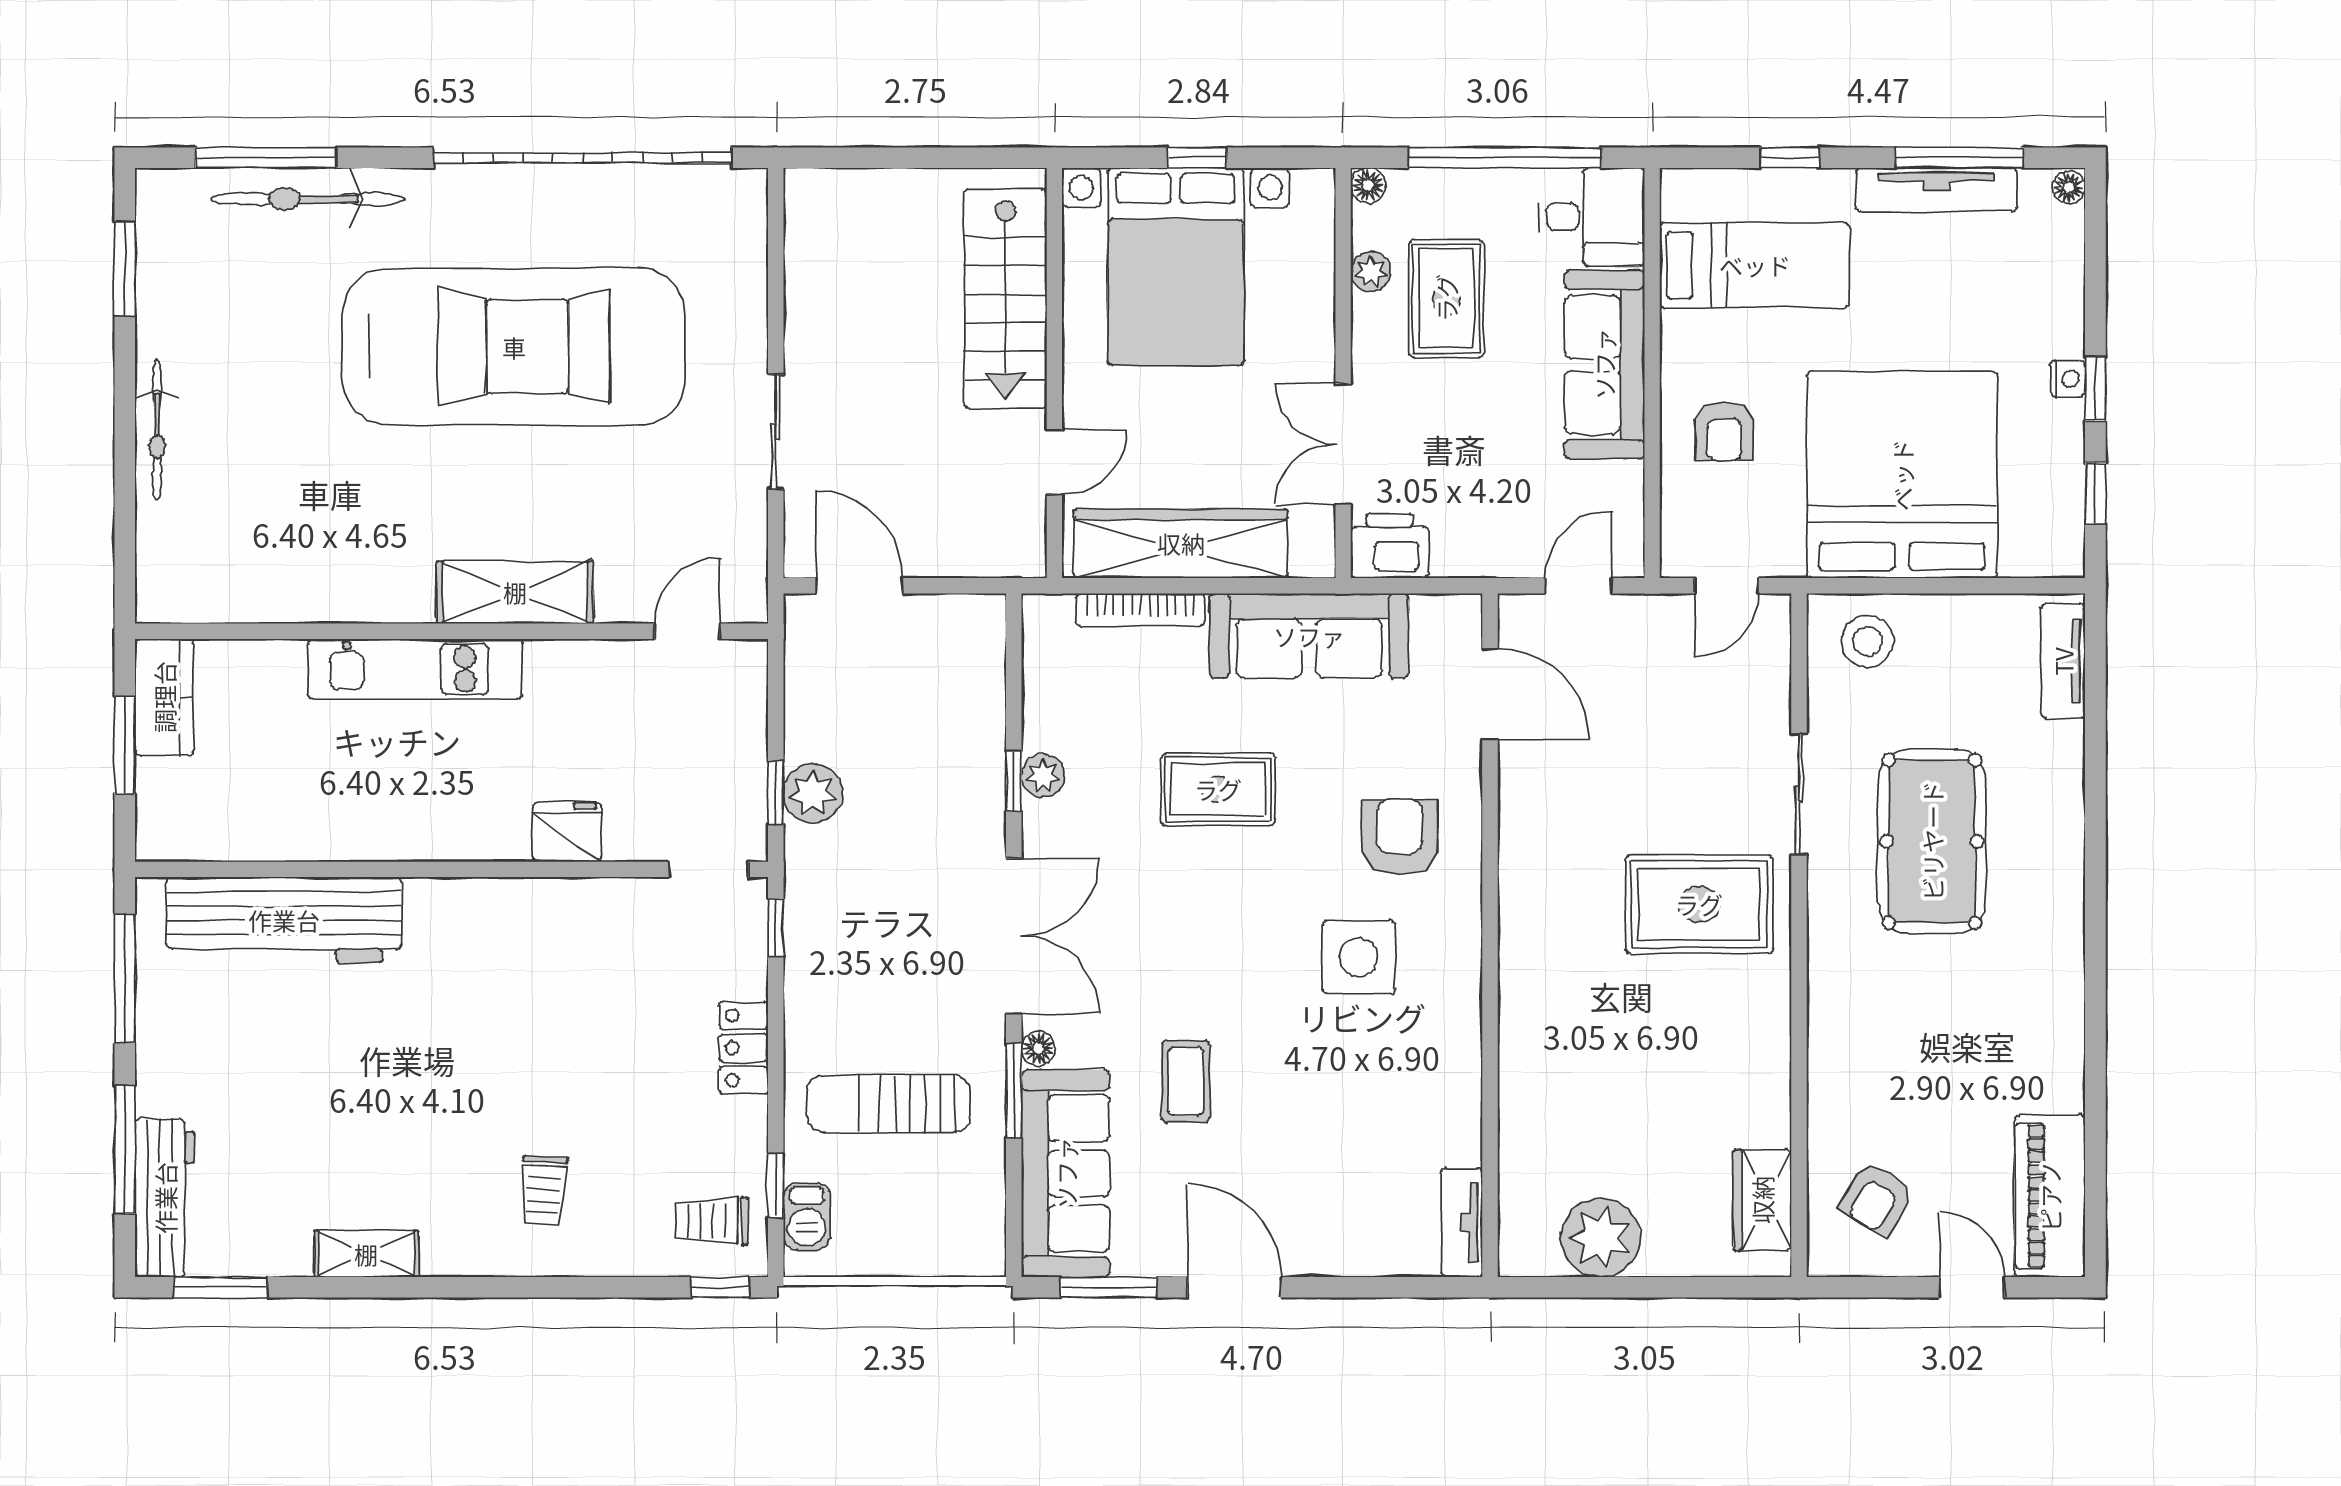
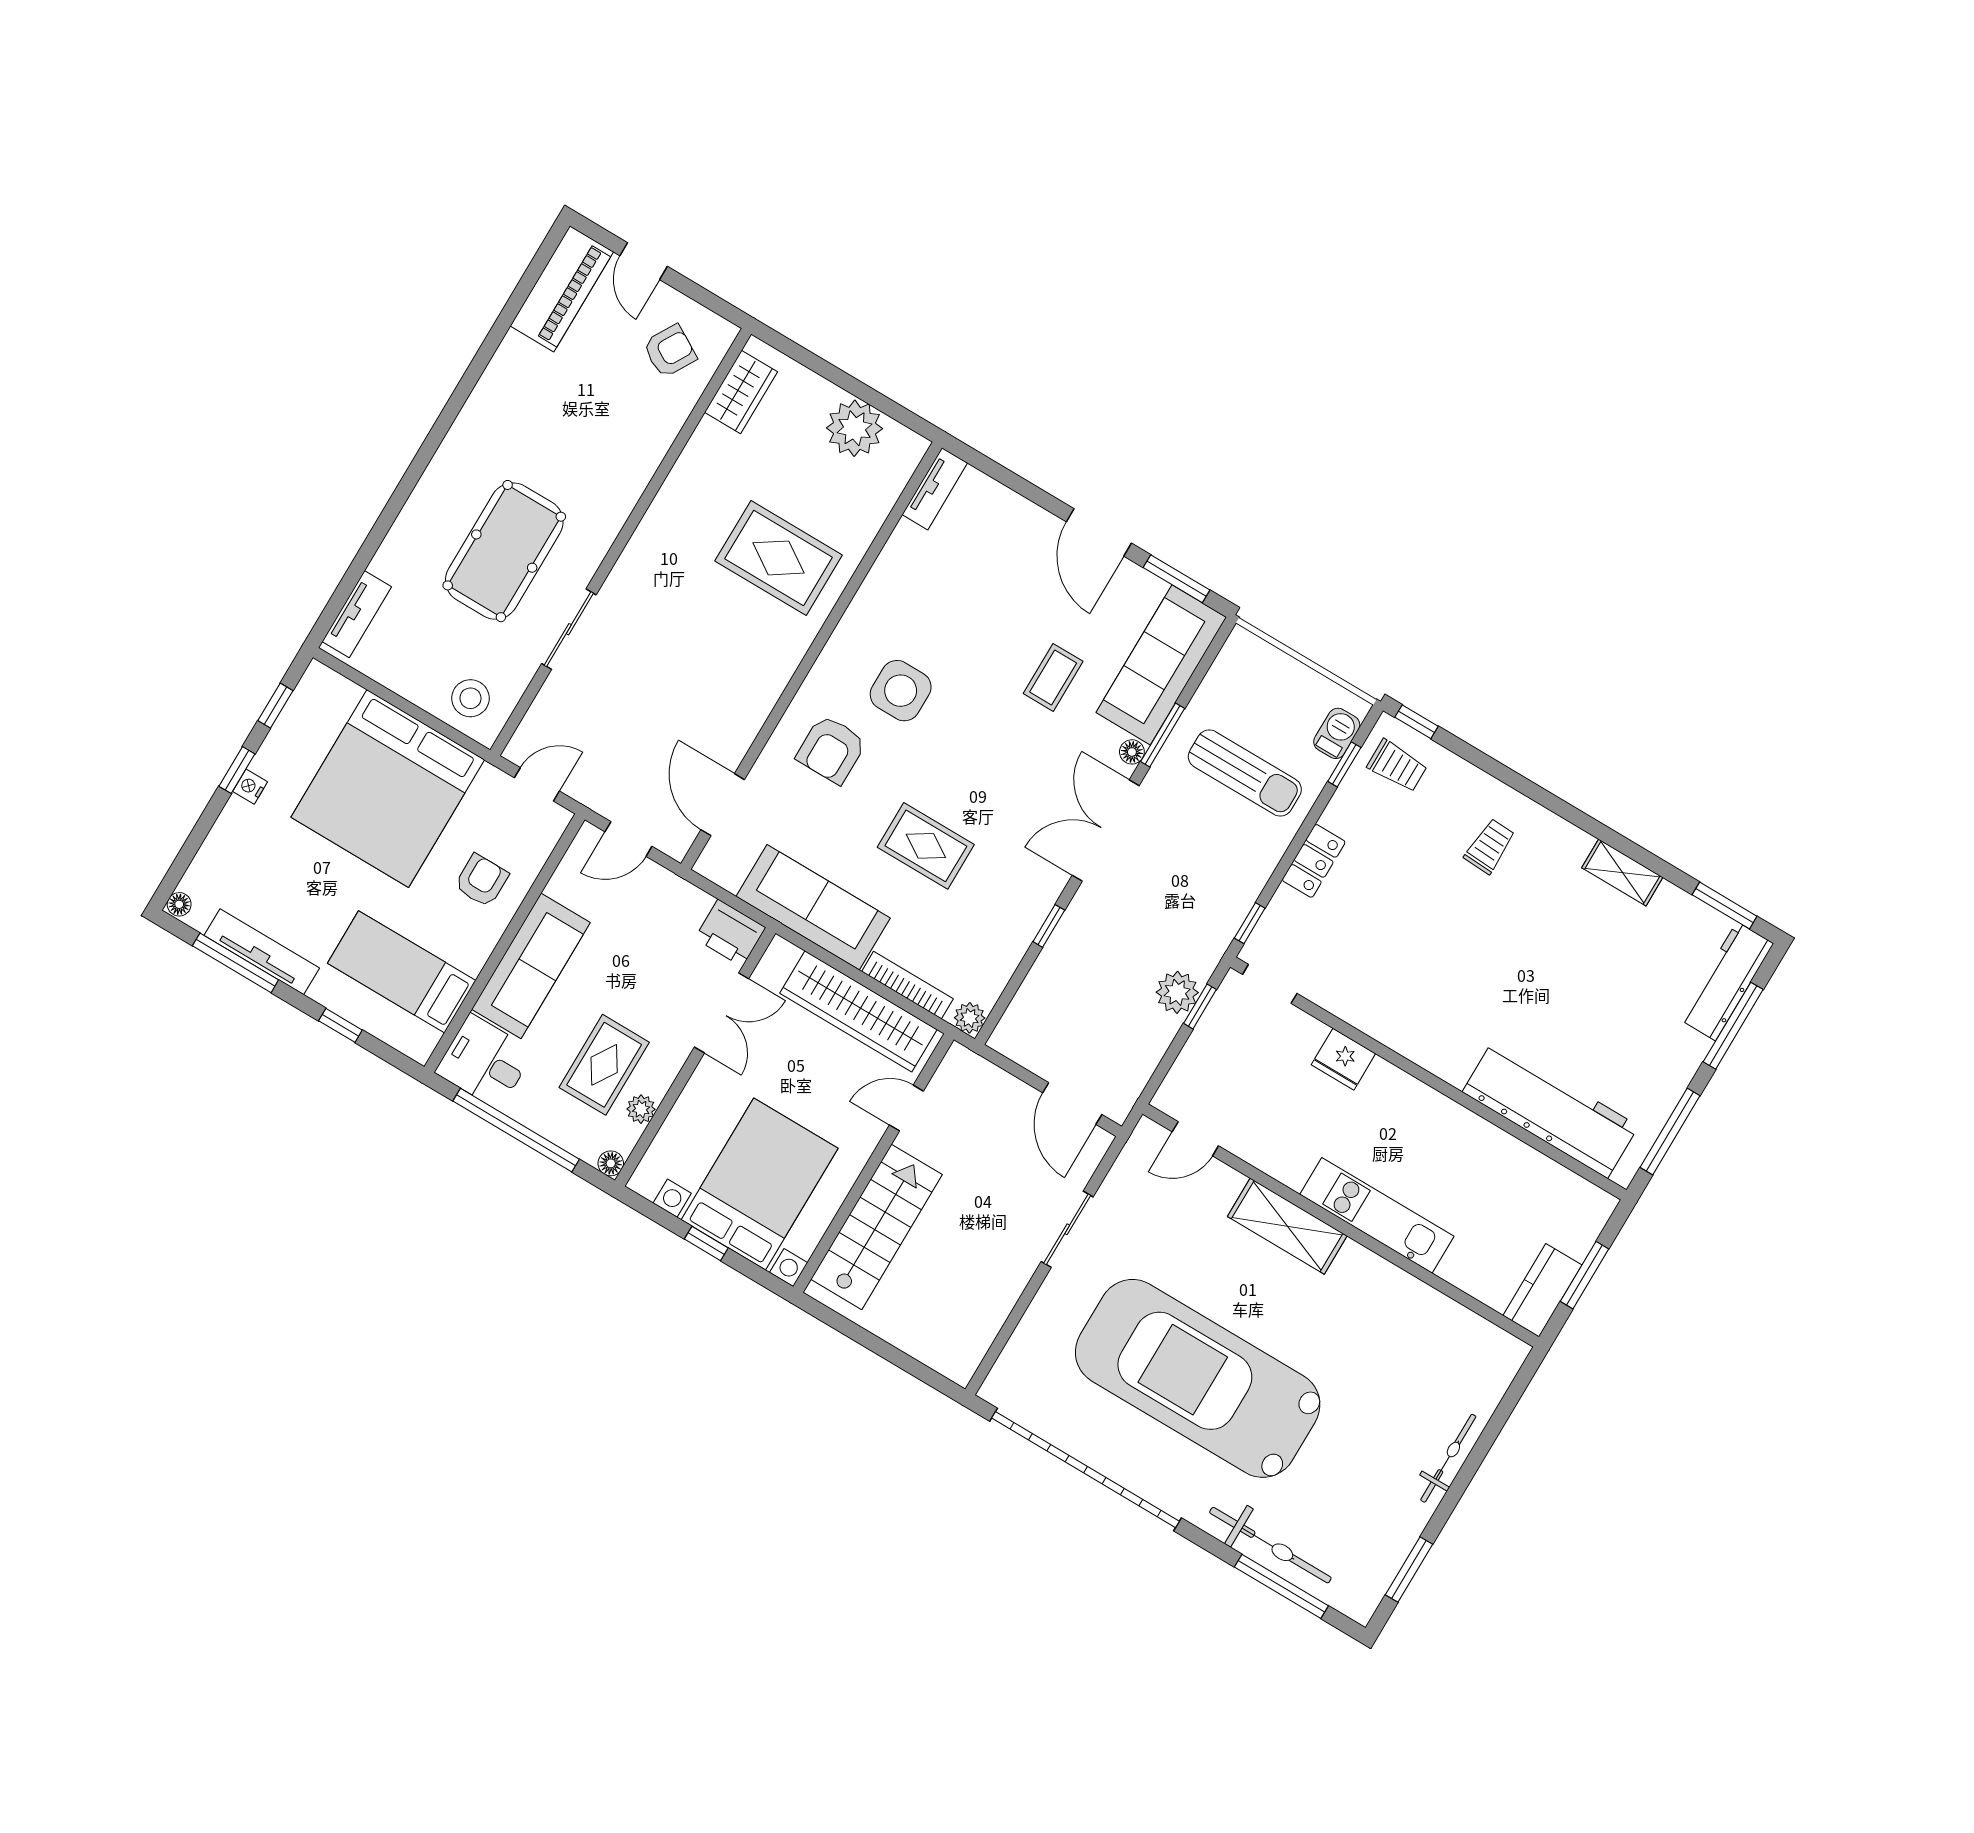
plant: (1043, 776) -> (970, 1018), moved
rug: (1699, 904) -> (779, 558), moved

